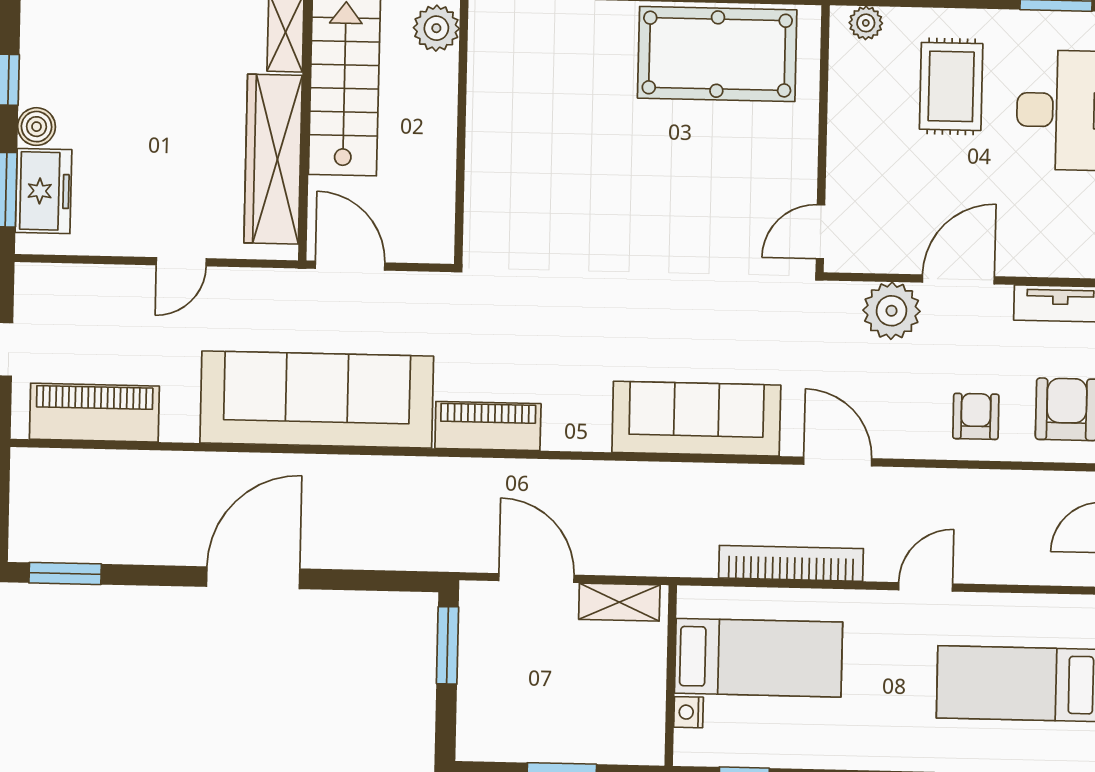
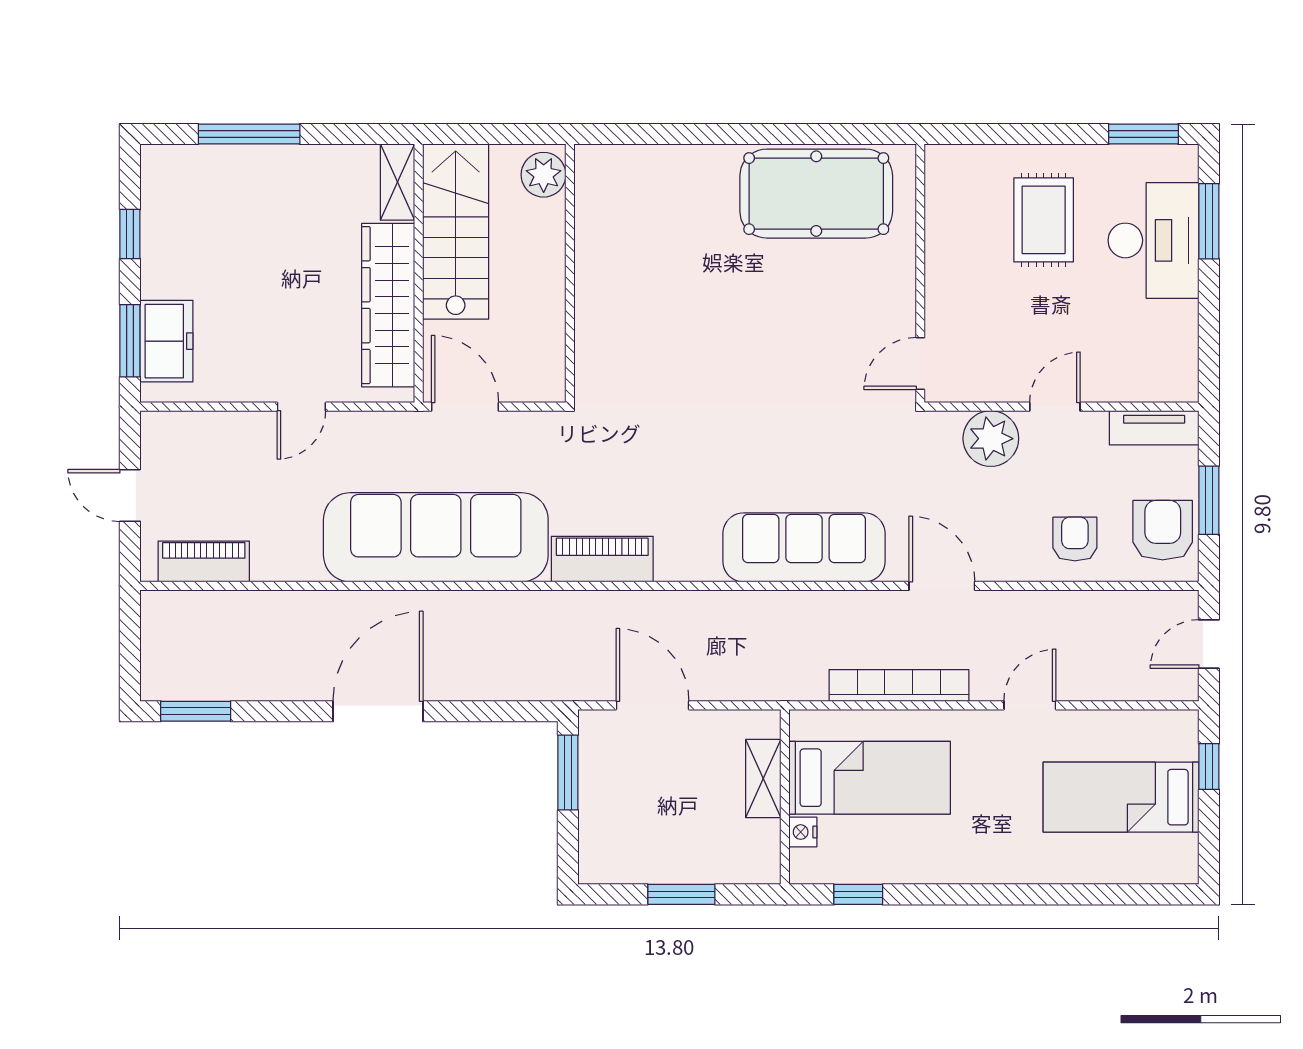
plant: (866, 23) -> (960, 160), removed
boiler: (36, 127) -> (158, 279), removed
door: (958, 279) -> (1055, 407), width x0.73
piano: (94, 413) -> (204, 561), width x0.73, depth x0.75
shelving: (619, 602) -> (763, 779), moved, turned 90

